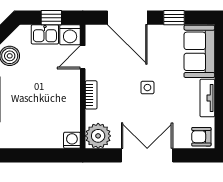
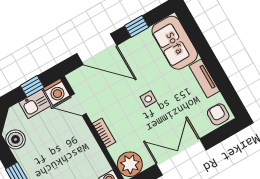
door: (83, 57) -> (78, 105), hinge flipped
armchair: (201, 137) -> (218, 114), turned 90

